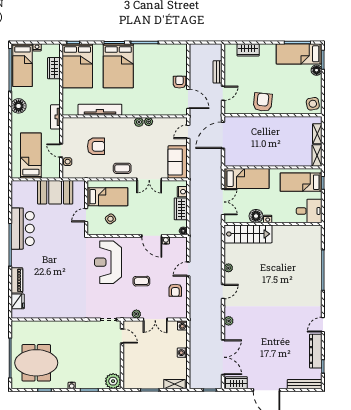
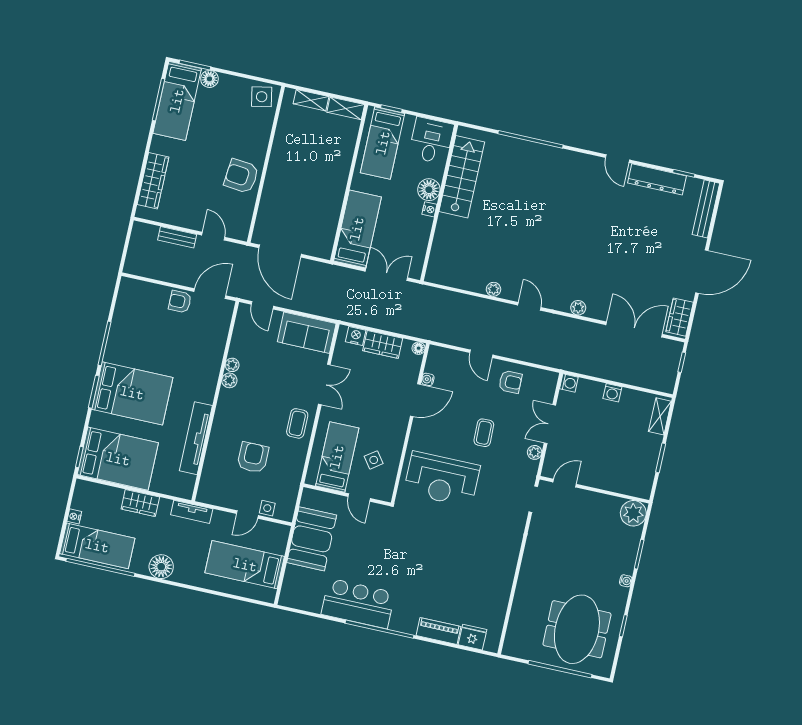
wardrobe: (248, 50) -> (153, 181), width x1.50
wardrobe: (54, 68) -> (140, 503), moved
floor lamp: (256, 216) -> (429, 190), moved
stairs: (248, 234) -> (462, 177), moved
double door: (155, 319) -> (550, 424), swing flipped

